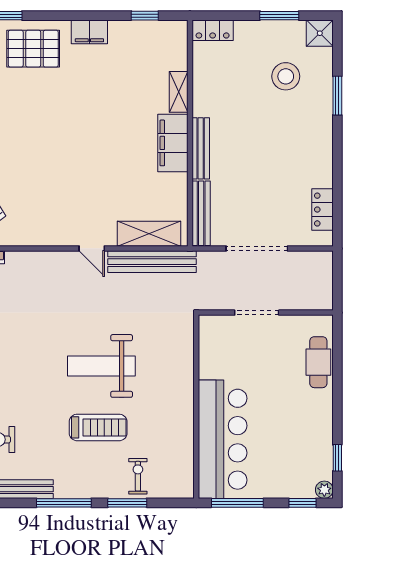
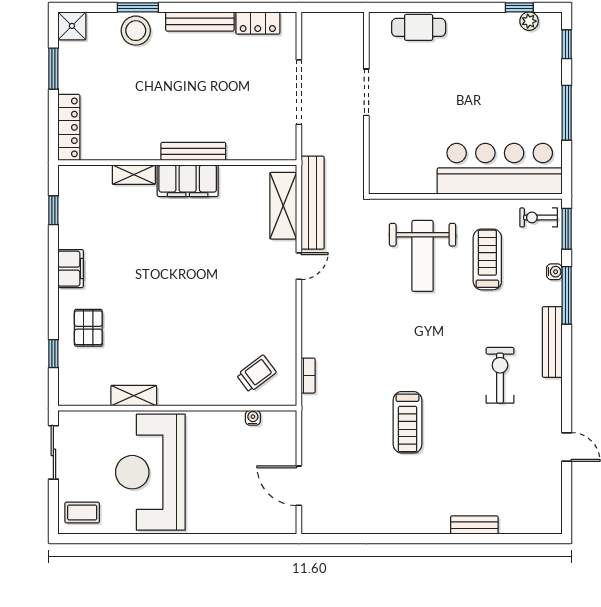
locker: (213, 30) -> (69, 127), width x1.53
pallet: (33, 49) -> (88, 328), width x0.67, depth x0.71
stool: (286, 76) -> (136, 31), moved
bench: (201, 213) -> (200, 21), moved
wall: (196, 407) -> (465, 196), moved
bar counter: (223, 439) -> (500, 169), moved
plant: (324, 490) -> (529, 21), moved
water cooler: (86, 491) -> (554, 272), added

